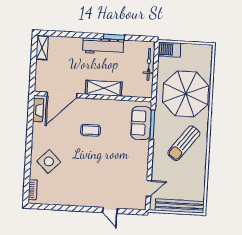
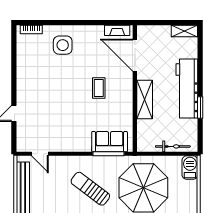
workbench: (103, 46) -> (187, 88), width x1.36, depth x1.32
side table: (49, 161) -> (63, 45), turned 45

